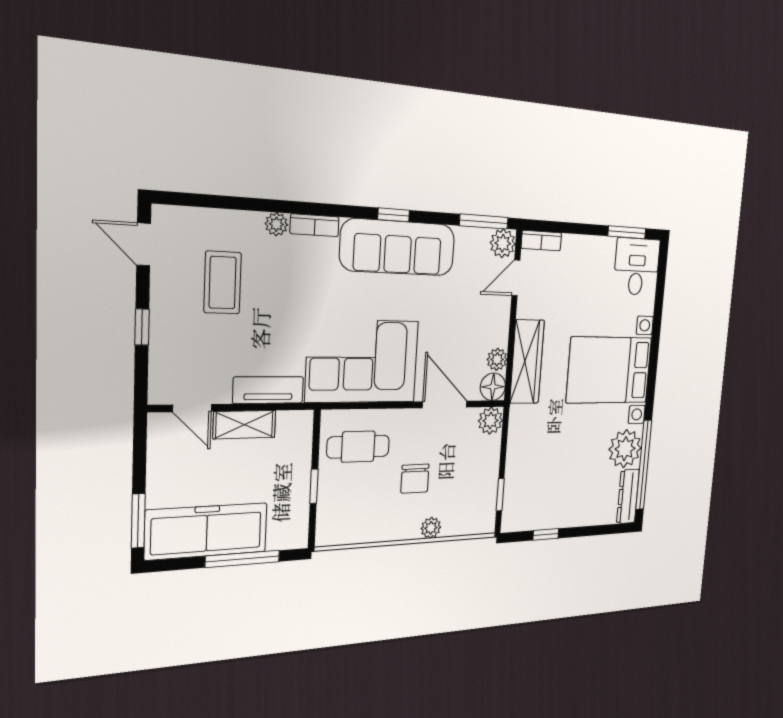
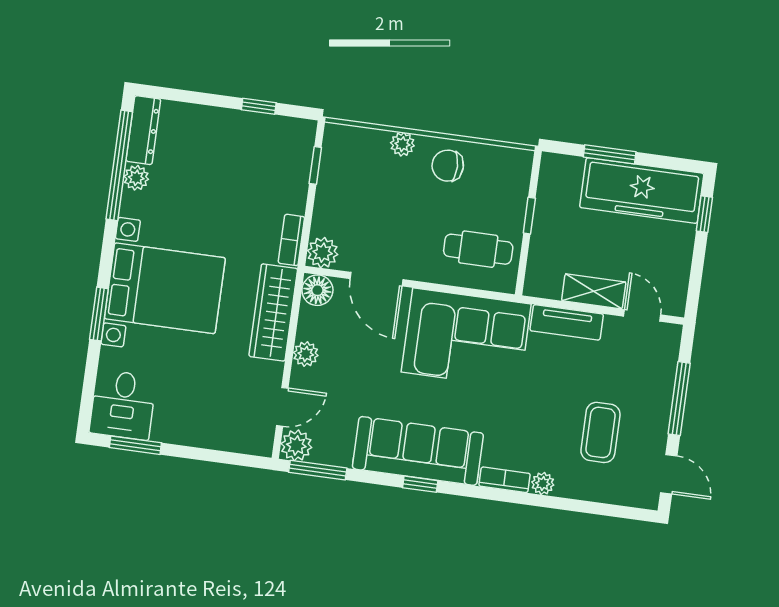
bookcase: (541, 241) -> (291, 240), moved, turned -90
window: (142, 327) -> (679, 399), width x2.17
window: (655, 341) -> (99, 314), added
plant: (497, 359) -> (306, 354), moved
plant: (625, 449) -> (136, 178), width x0.53, depth x0.53
chair: (415, 479) -> (448, 166), moved, turned -90
window: (138, 521) -> (704, 214), width x0.67
window: (243, 559) -> (610, 154), width x0.69

